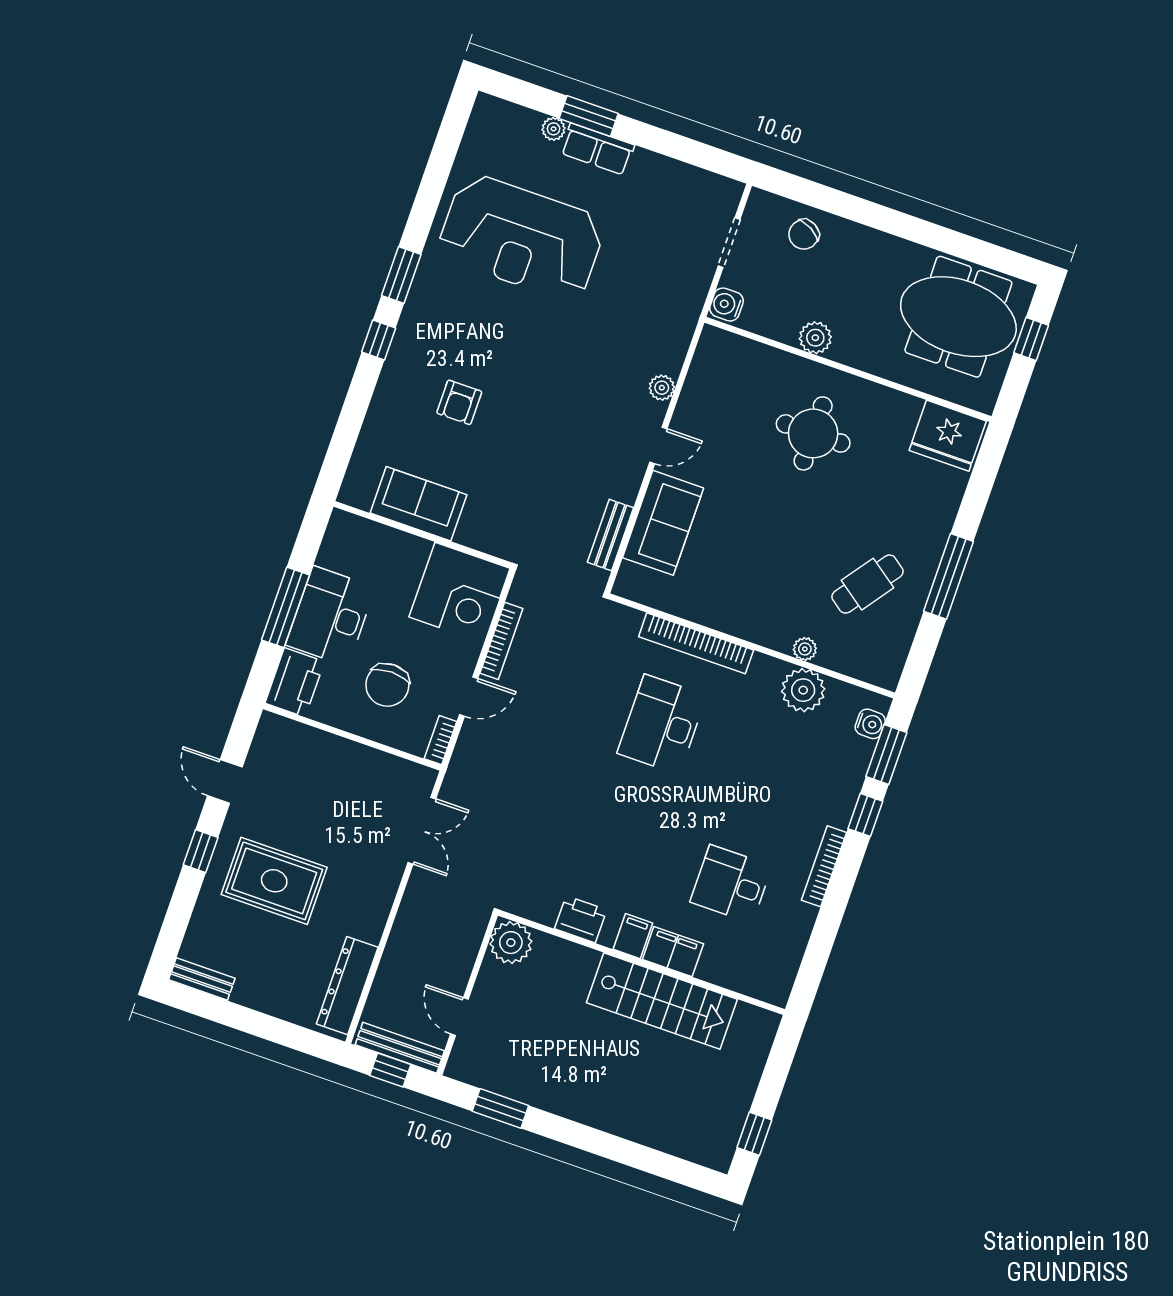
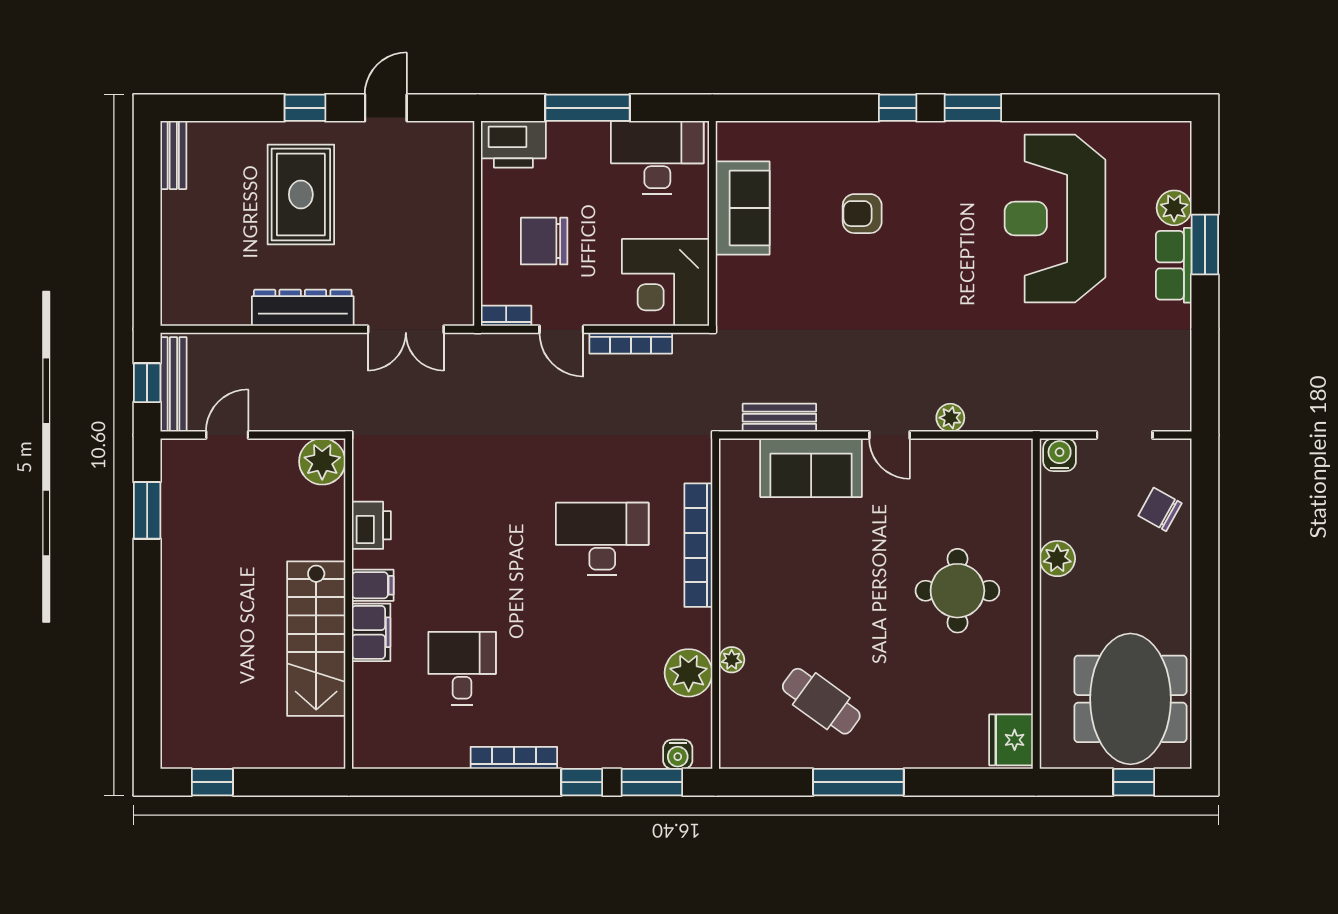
plant: (554, 129) -> (1174, 208), width x1.38, depth x1.38
fridge: (948, 436) -> (1011, 740), width x0.73, depth x0.75
desk: (331, 616) -> (657, 157), moved
dresser: (347, 986) -> (303, 308), moved

